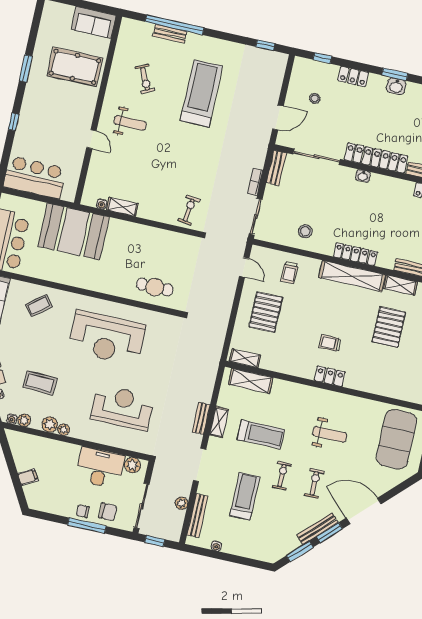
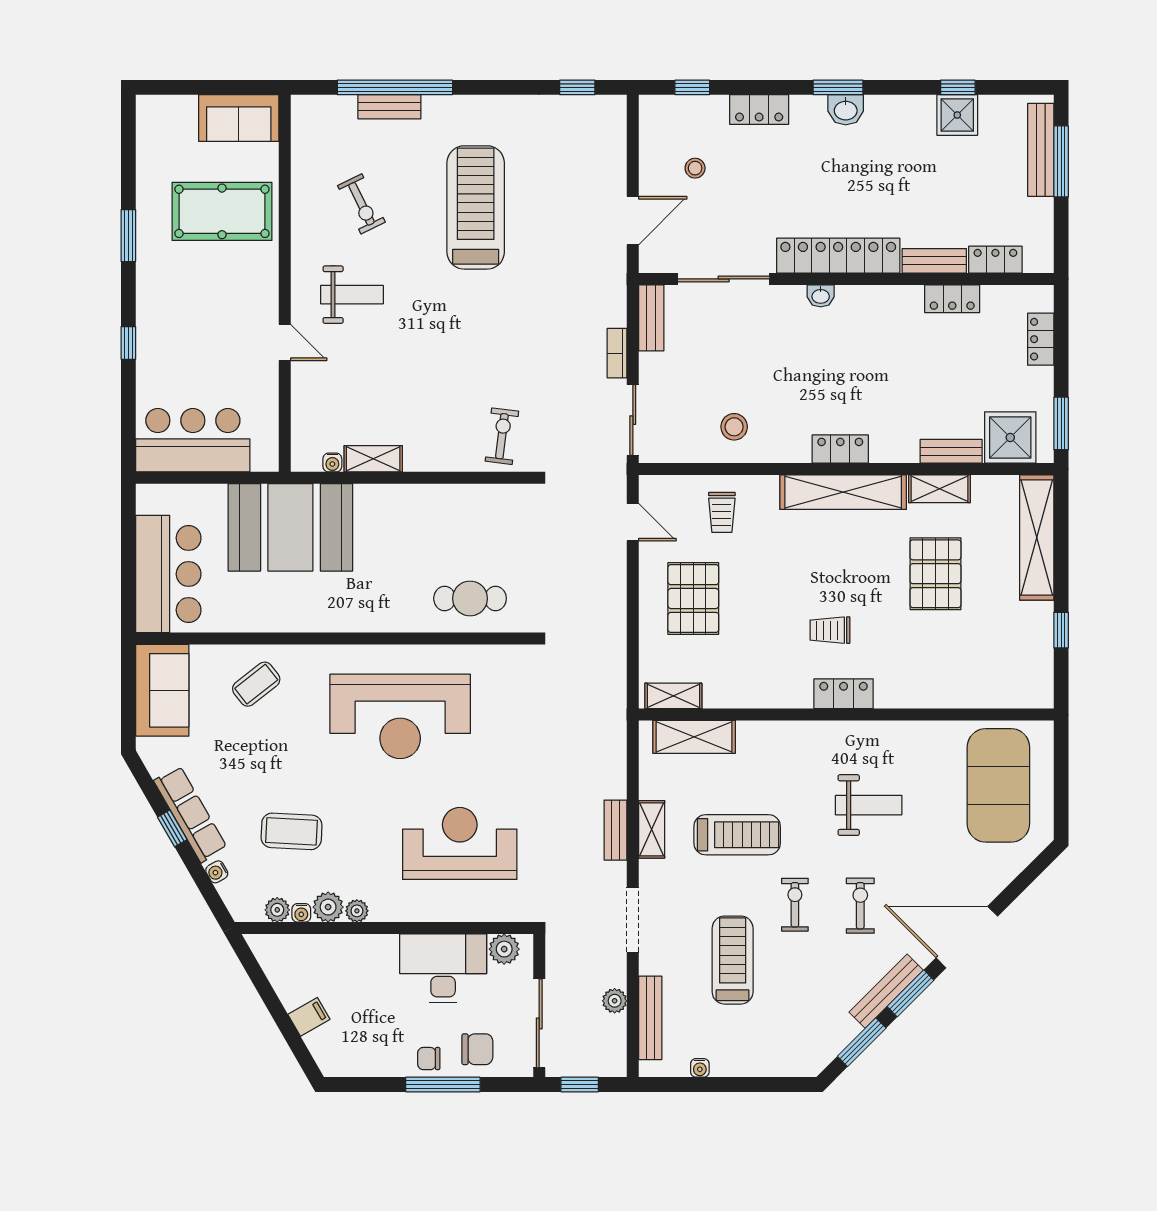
locker: (355, 254) -> (840, 449), width x0.66
water cooler: (12, 419) -> (301, 913), moved

